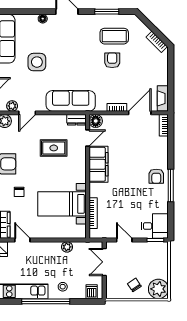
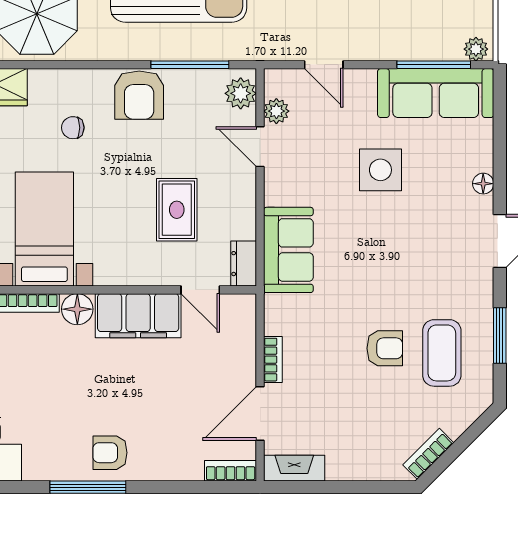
sofa: (71, 101) -> (288, 250), width x0.73
door: (140, 113) -> (260, 413), swing flipped
floor lamp: (96, 121) -> (77, 309), moved

